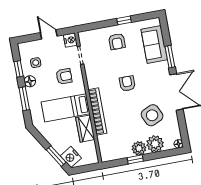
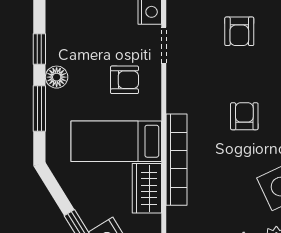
side table: (36, 63) -> (75, 43), removed

